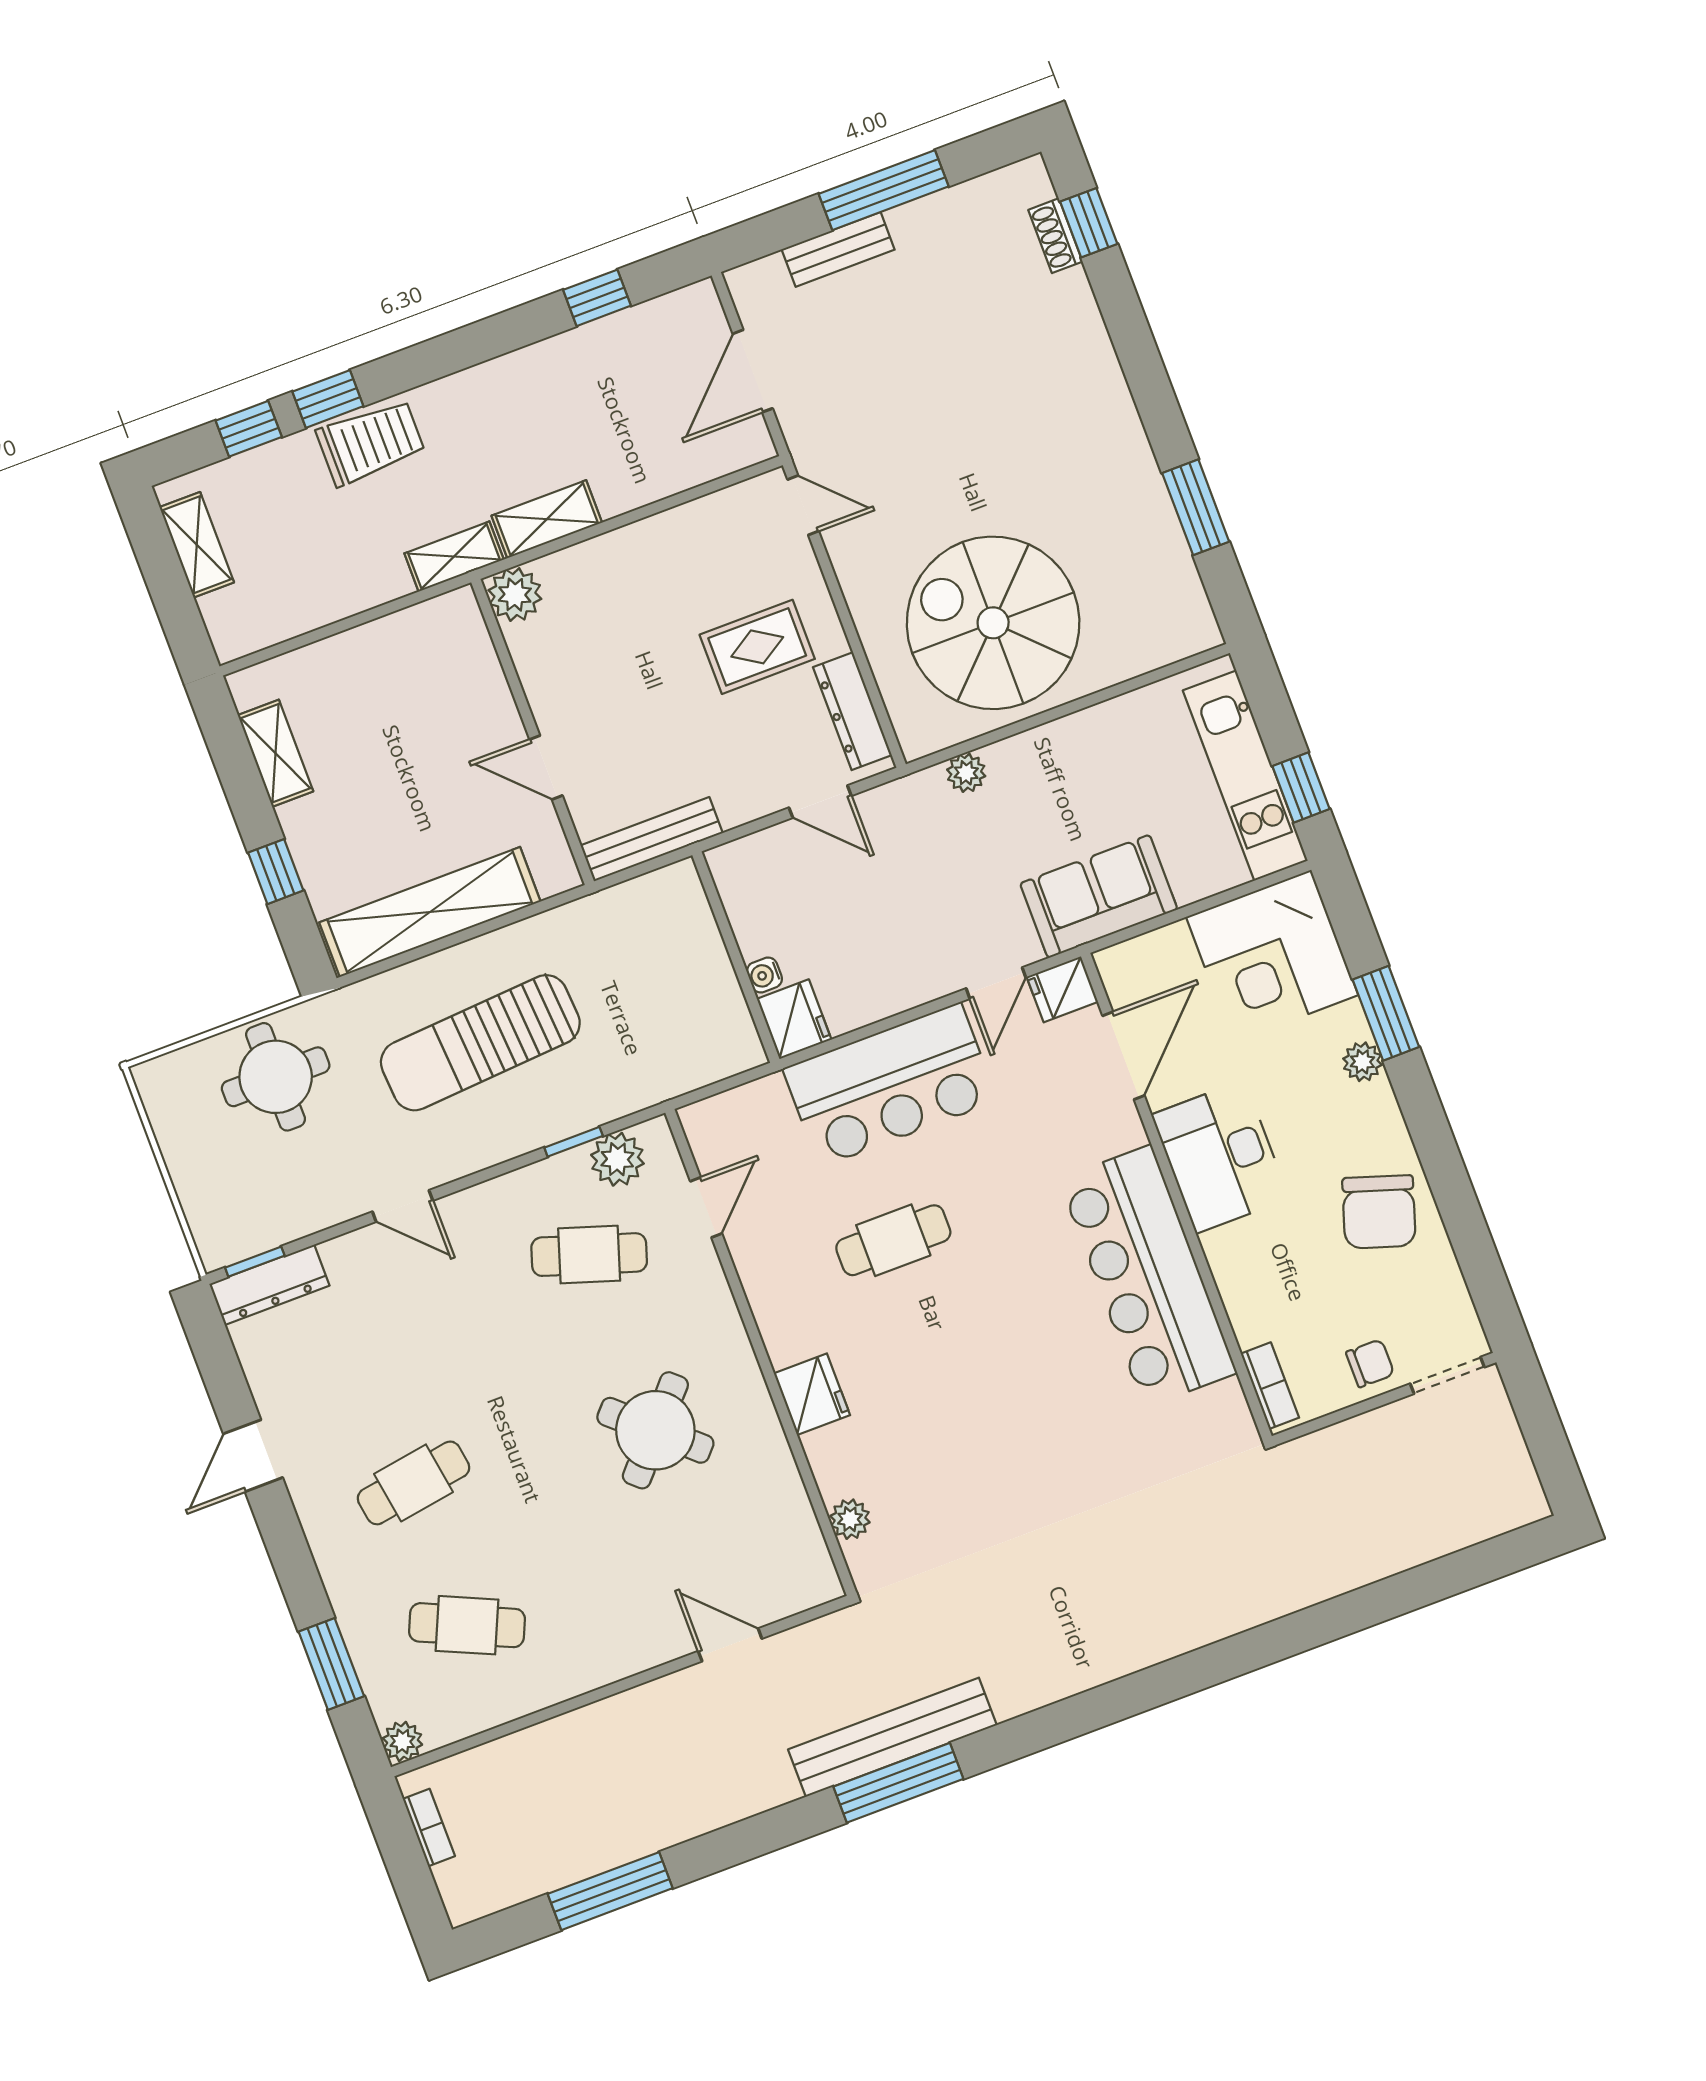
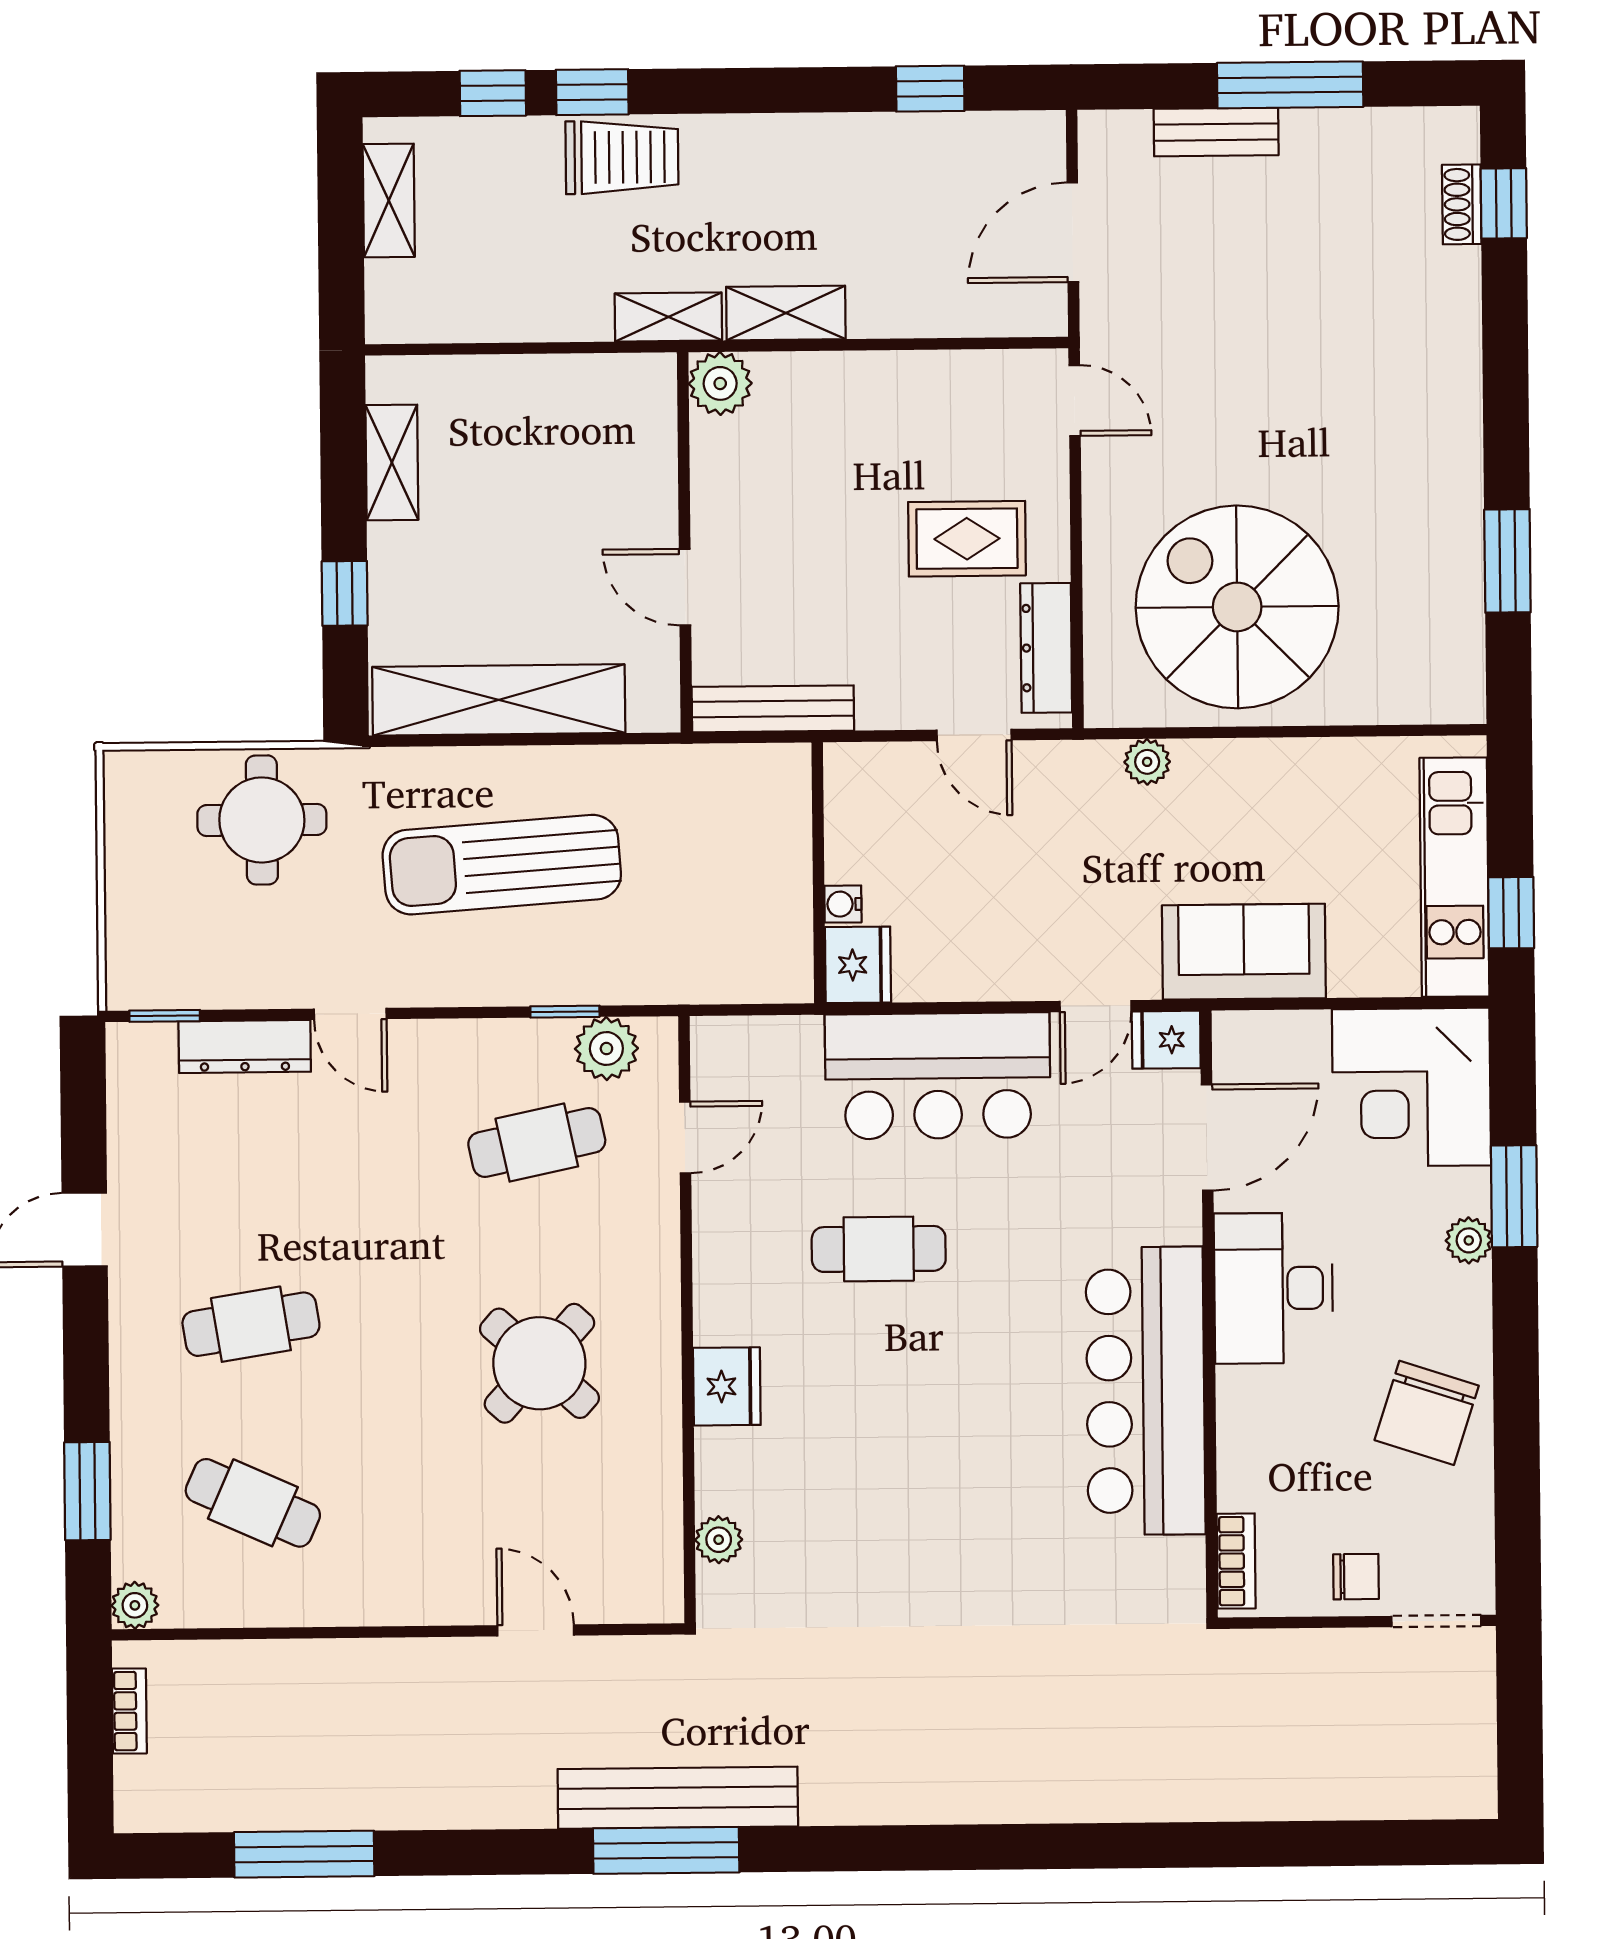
cafe table: (589, 1255) -> (537, 1142), turned -30
dresser: (269, 1285) -> (245, 1046), moved

